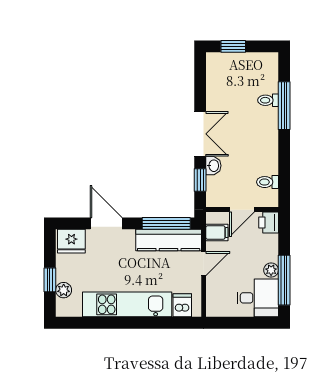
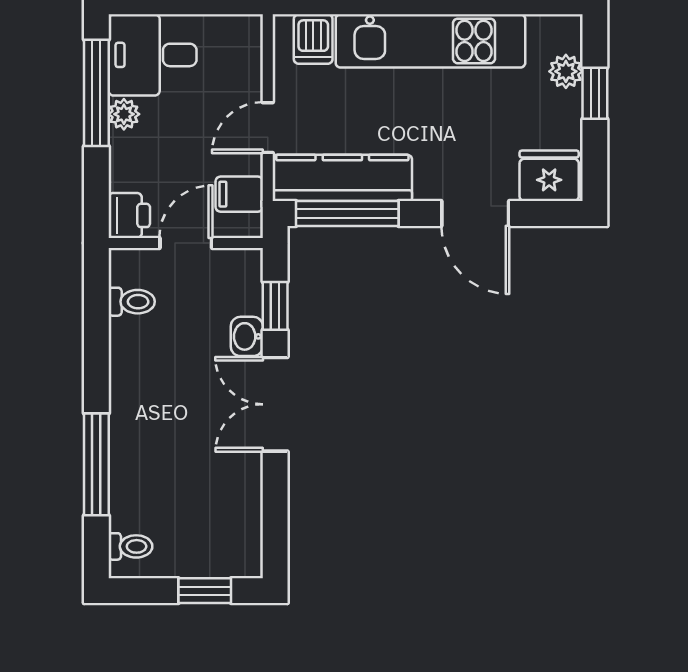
toilet: (268, 100) -> (130, 546), moved

